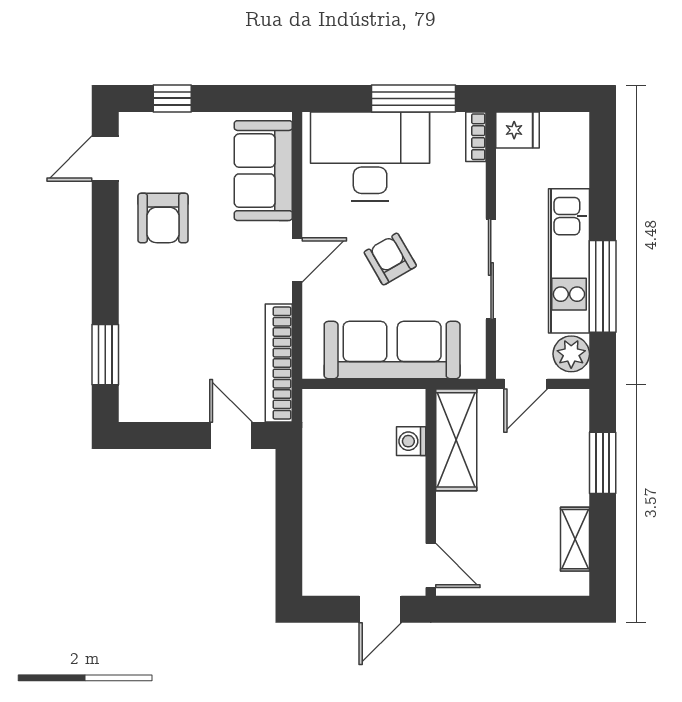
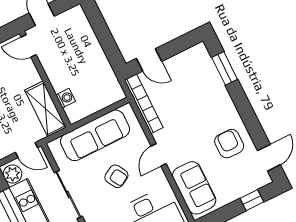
door: (526, 384) -> (26, 150), swing flipped

